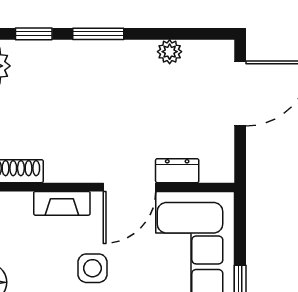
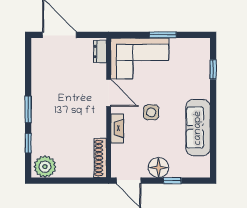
plant: (170, 52) -> (37, 72), removed
dresser: (177, 171) -> (100, 52), moved

